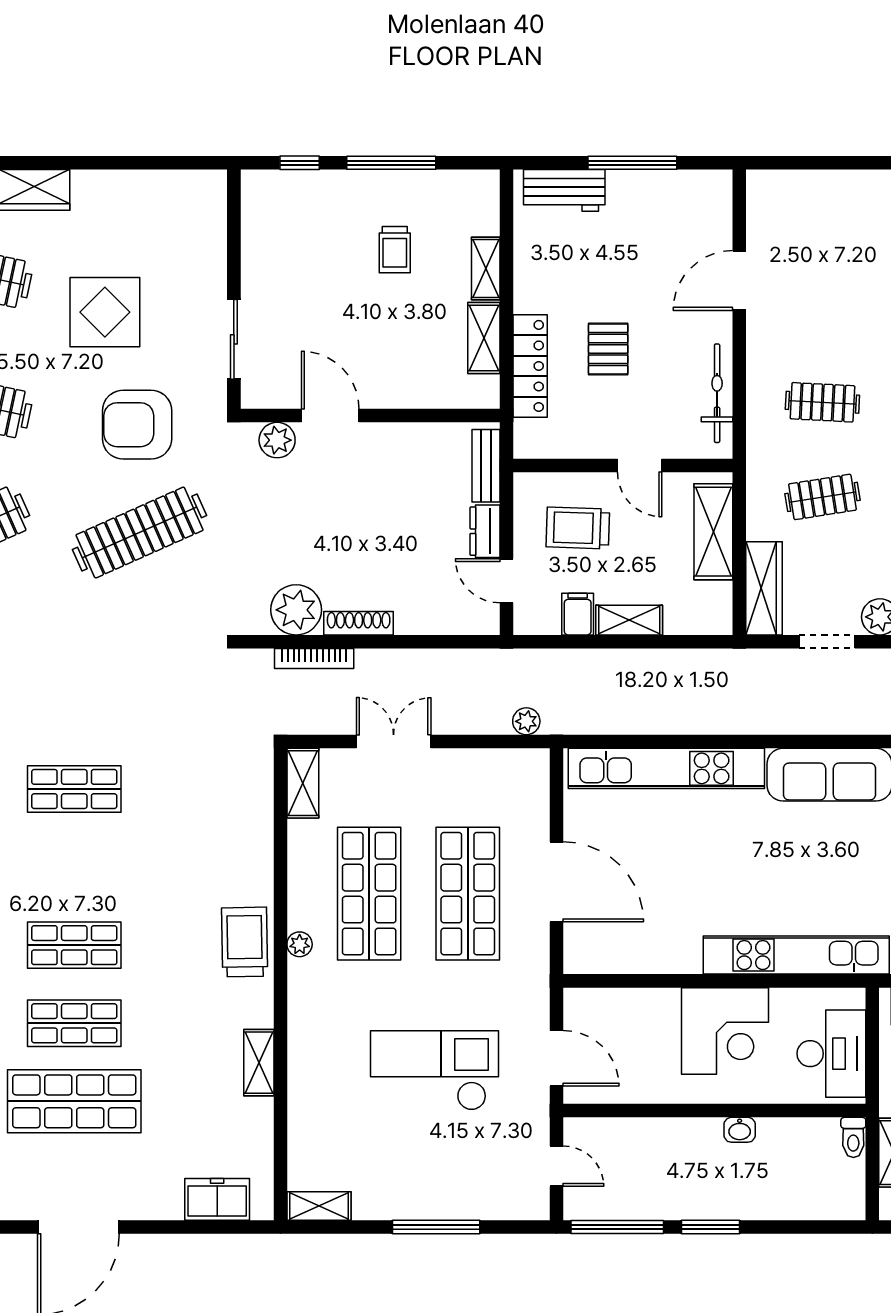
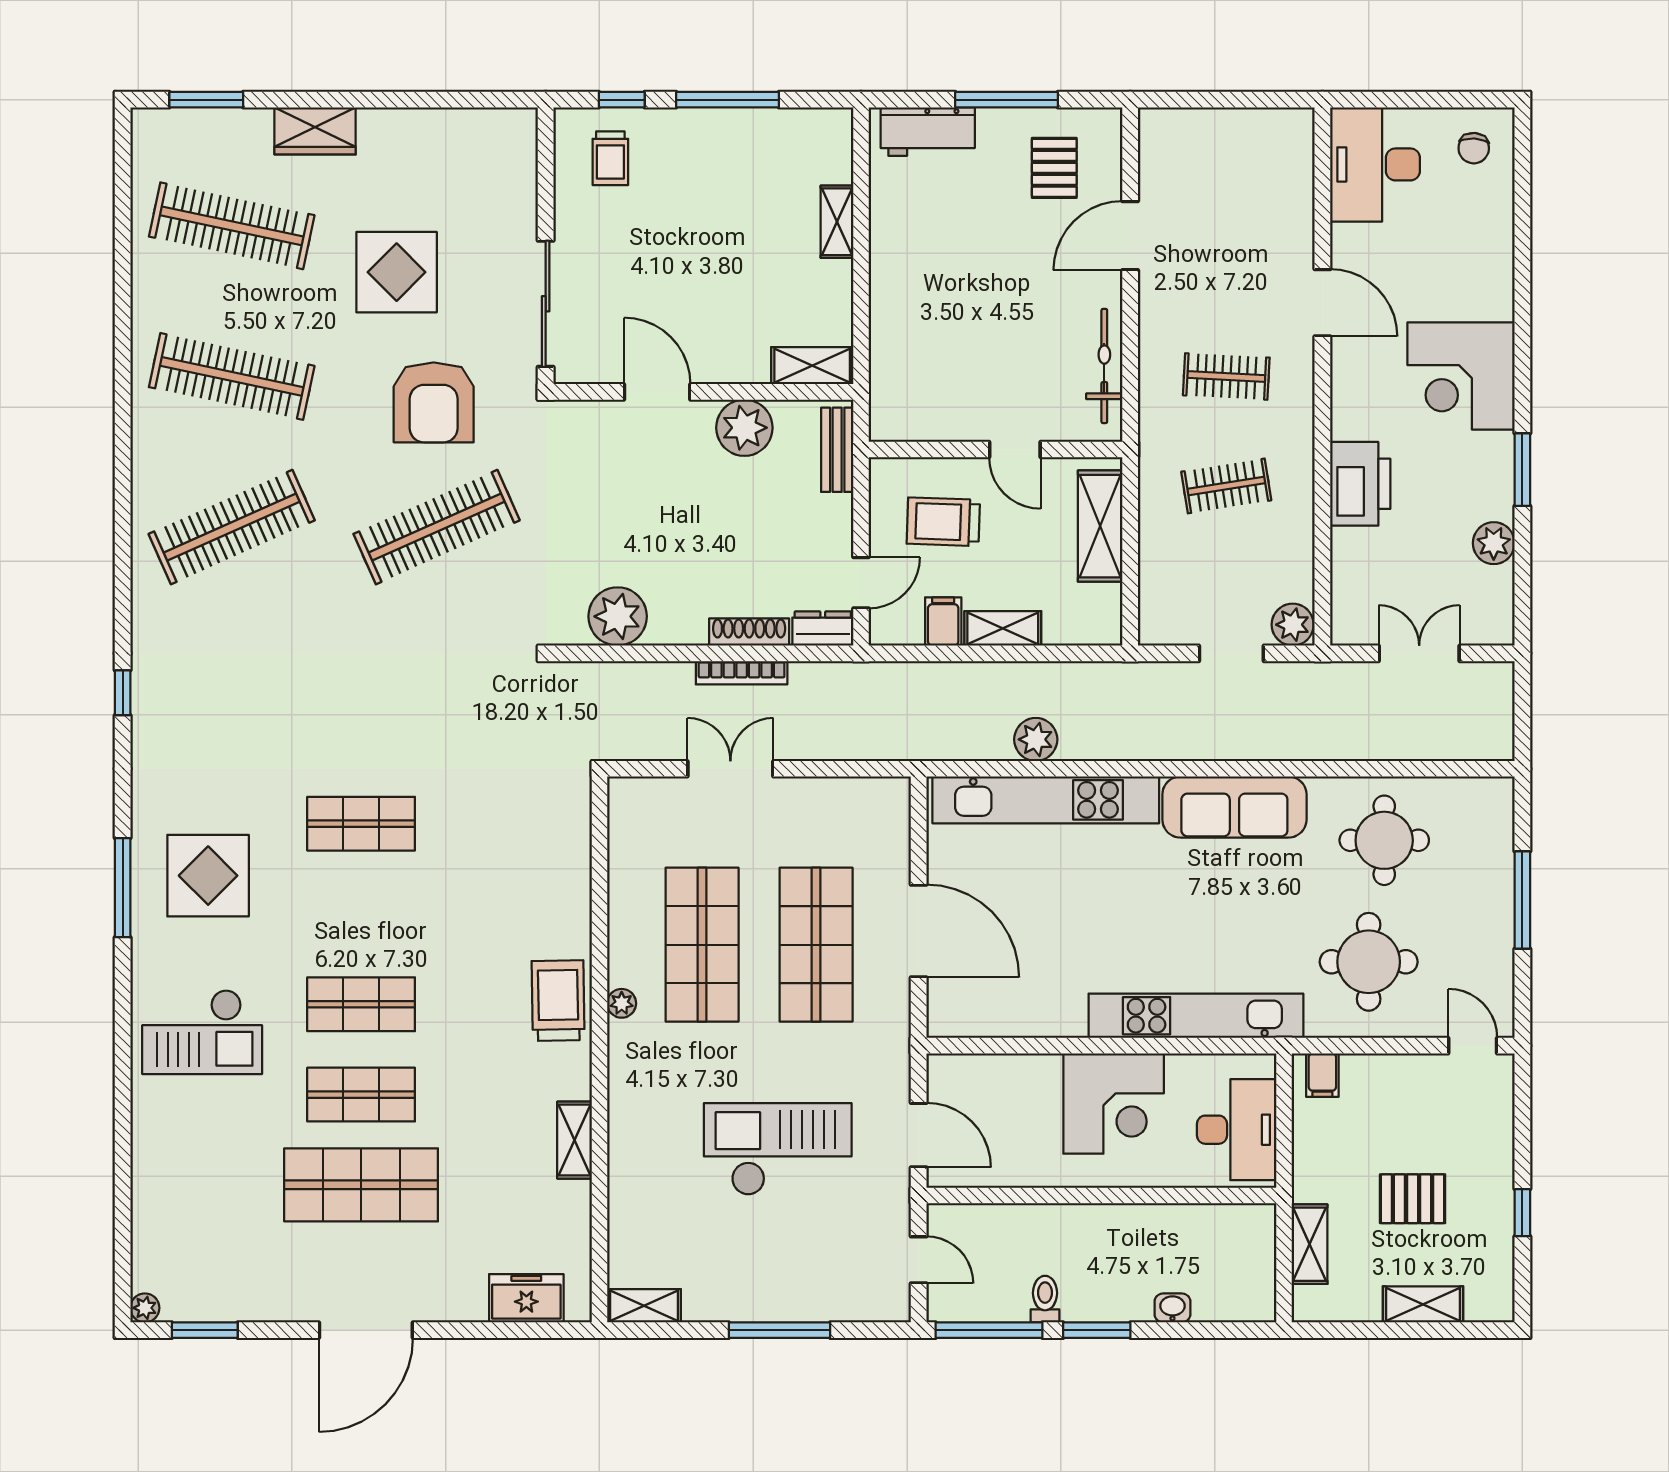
trolley: (395, 250) -> (610, 158), moved
shelving: (484, 338) -> (812, 366), moved, turned 90
sliding door: (234, 339) -> (546, 304), width x1.37
pallet: (608, 349) -> (1054, 168), moved
locker: (530, 366) -> (888, 334), removed
armchair: (137, 425) -> (434, 402), turned -90
plant: (277, 440) -> (744, 428), moved, width x1.36, depth x1.36
dresser: (485, 531) -> (823, 628), moved, turned 90
door: (507, 581) -> (861, 583), swing flipped
wardrobe: (764, 588) -> (1159, 592), removed
shoe rack: (359, 623) -> (749, 632), moved
bookcase: (314, 658) -> (742, 673), moved
plant: (526, 721) -> (1036, 739), moved, width x1.38, depth x1.38
shelving: (303, 783) -> (625, 817), removed
washbasin: (740, 1130) -> (1172, 1308), moved, turned 180
toilet: (853, 1137) -> (1045, 1299), moved, turned 180

